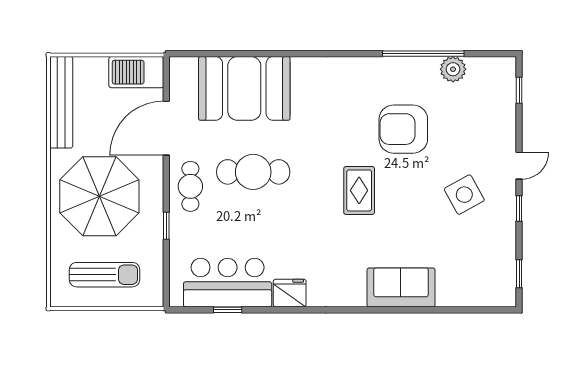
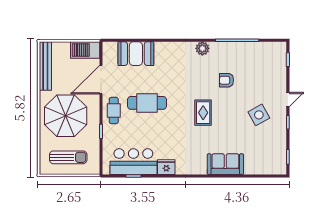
plant: (453, 69) -> (202, 48), moved
booth: (244, 88) -> (136, 54), width x0.73, depth x0.70
armchair: (403, 129) -> (227, 80), width x0.53, depth x0.53

